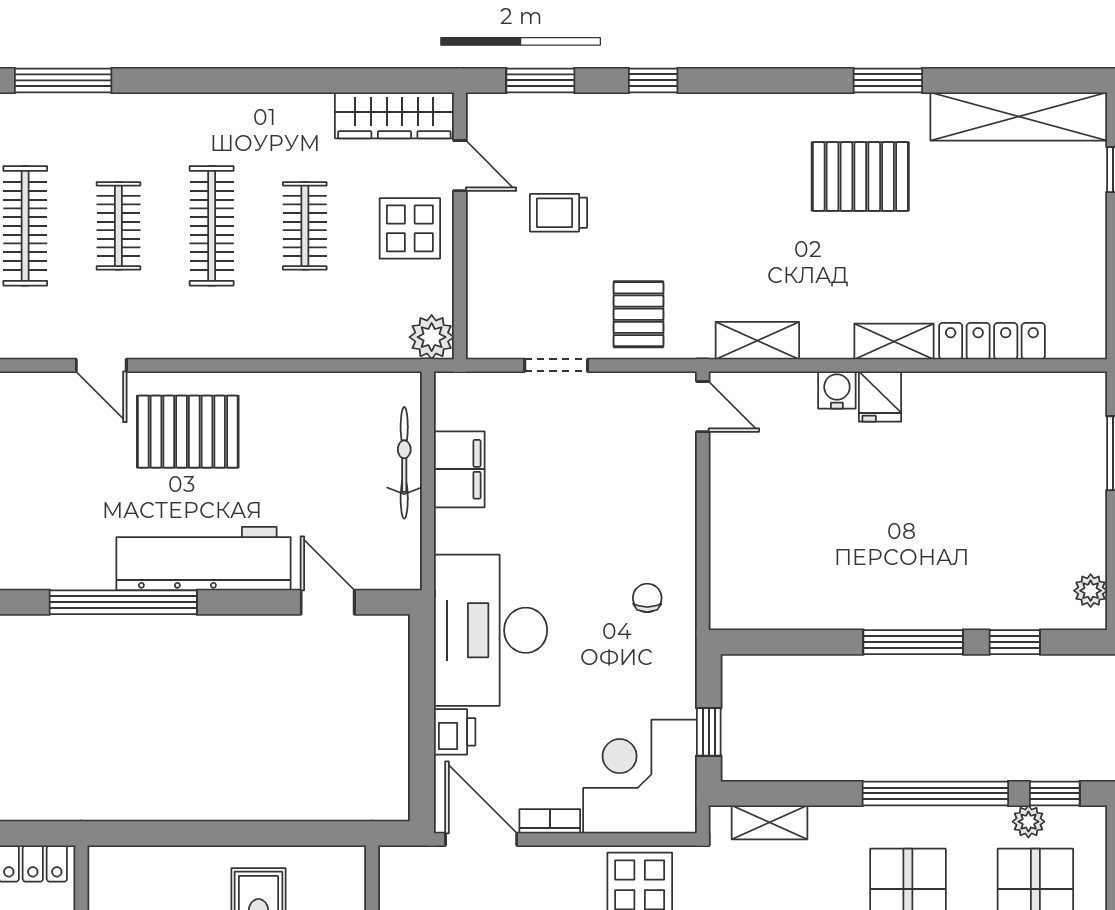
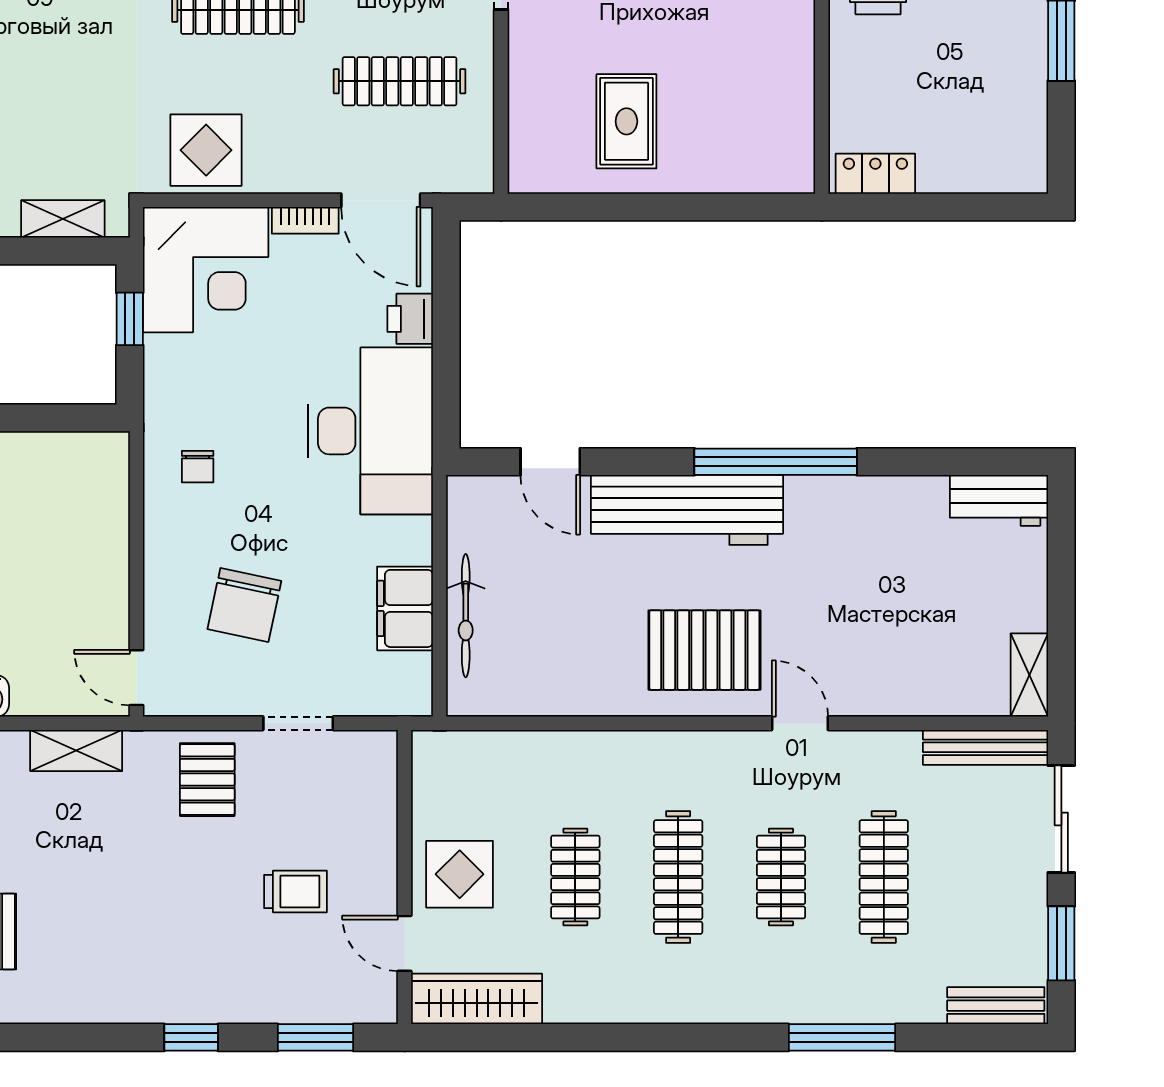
plant: (432, 337) -> (436, 754), removed
chair: (605, 472) -> (244, 605), added

